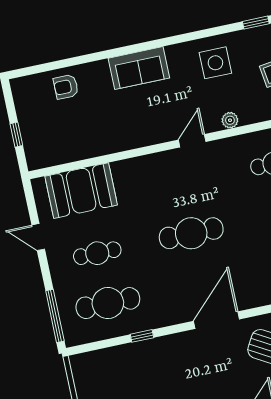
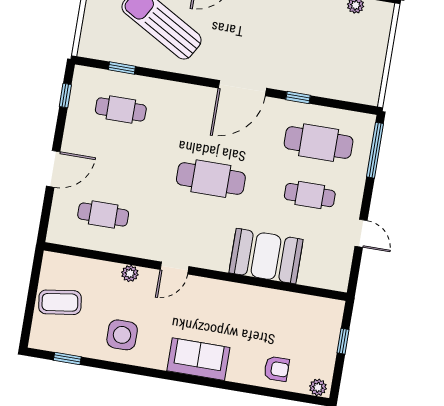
plant: (23, 85) -> (318, 387), added
booth: (81, 191) -> (266, 256), moved
door: (216, 320) -> (242, 88), moved

